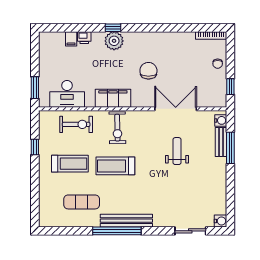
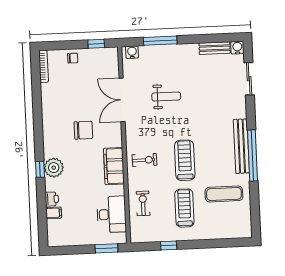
chair: (148, 71) -> (83, 130), turned 180
exercise bike: (76, 124) -> (143, 203), width x0.73, depth x0.72
exercise bike: (117, 128) -> (144, 160), width x0.73, depth x0.72
bench: (221, 142) -> (215, 48), moved
weight bench: (177, 151) -> (166, 96), turned 180
treadmill: (115, 166) -> (185, 160), turned 180
exercise mat: (82, 202) -> (224, 194), turned 90

